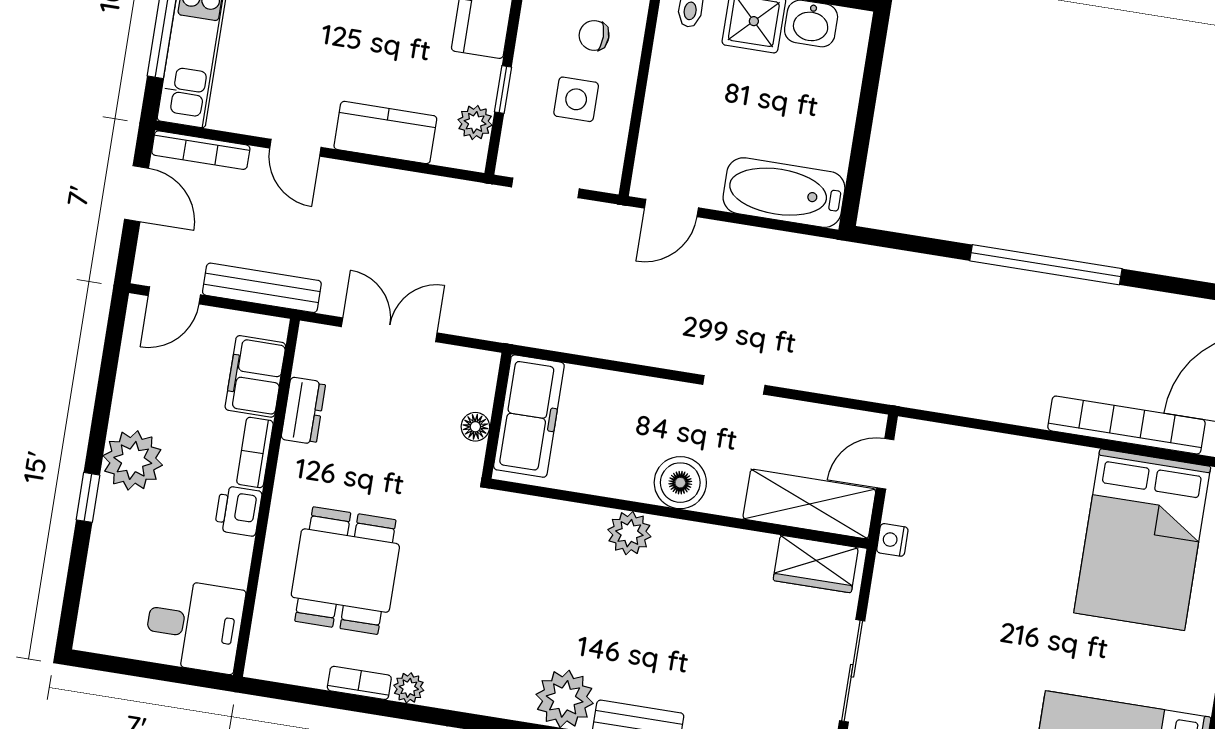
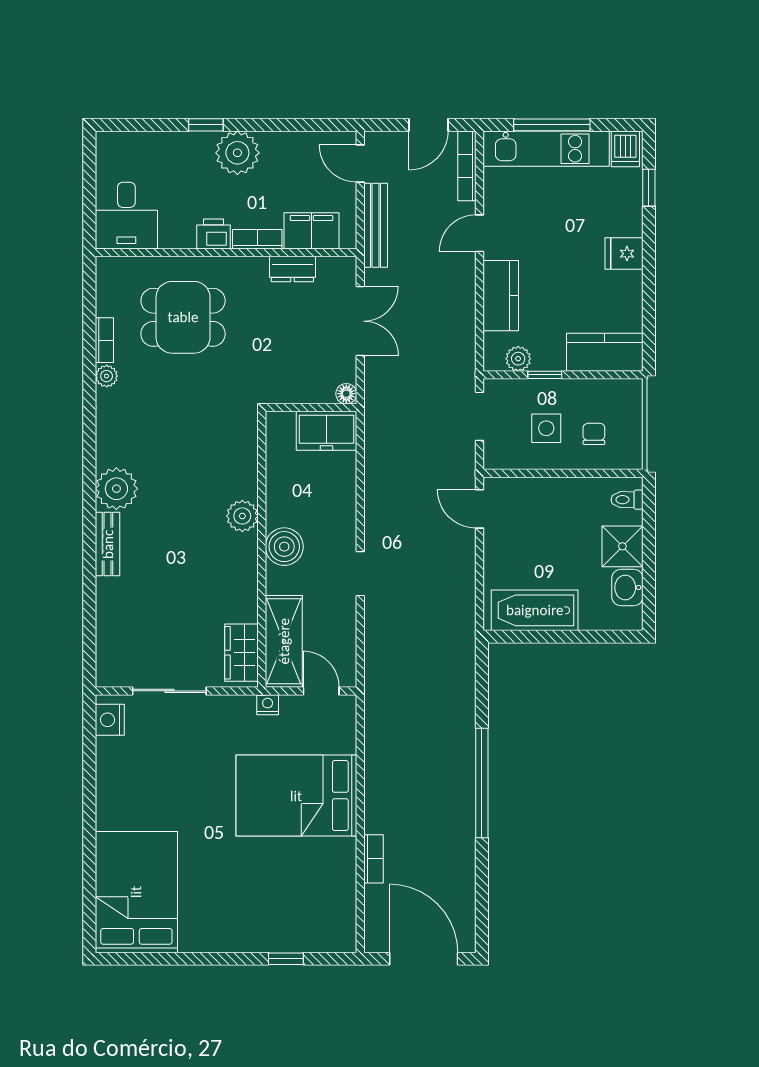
bathtub: (784, 193) -> (535, 610), moved, turned -90
freezer: (529, 416) -> (327, 431), width x0.71
bookcase: (1127, 425) -> (373, 859), width x0.43, depth x0.76
floor lamp: (475, 427) -> (346, 394), moved
bed: (1142, 540) -> (296, 796), moved

